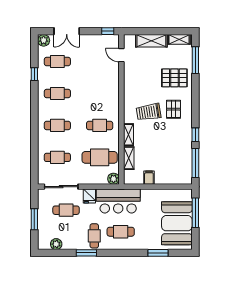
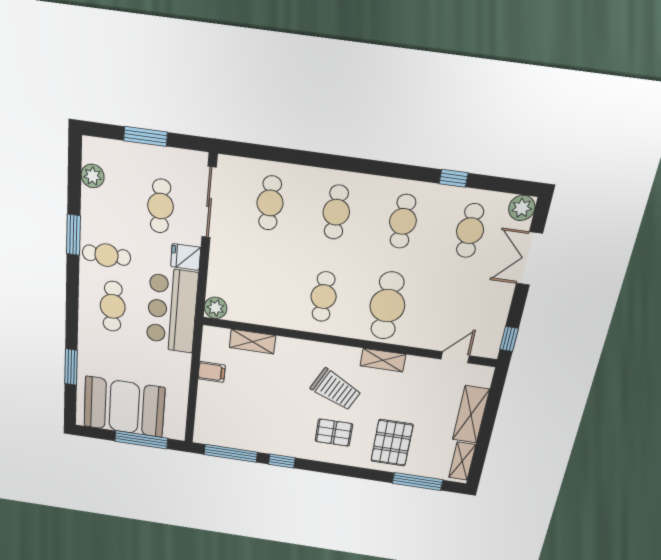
trolley: (149, 112) -> (336, 389), turned 125
shelving: (129, 135) -> (383, 360), moved
cafe table: (100, 157) -> (387, 306), moved

